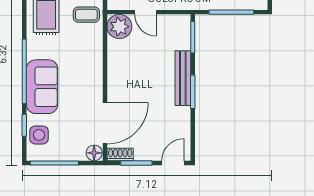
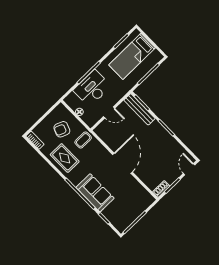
plant: (119, 27) -> (104, 131), removed
bench: (183, 78) -> (139, 109), moved
door: (105, 123) -> (123, 163), moved
side table: (39, 135) -> (115, 216), removed
floor lamp: (94, 153) -> (148, 200), removed

